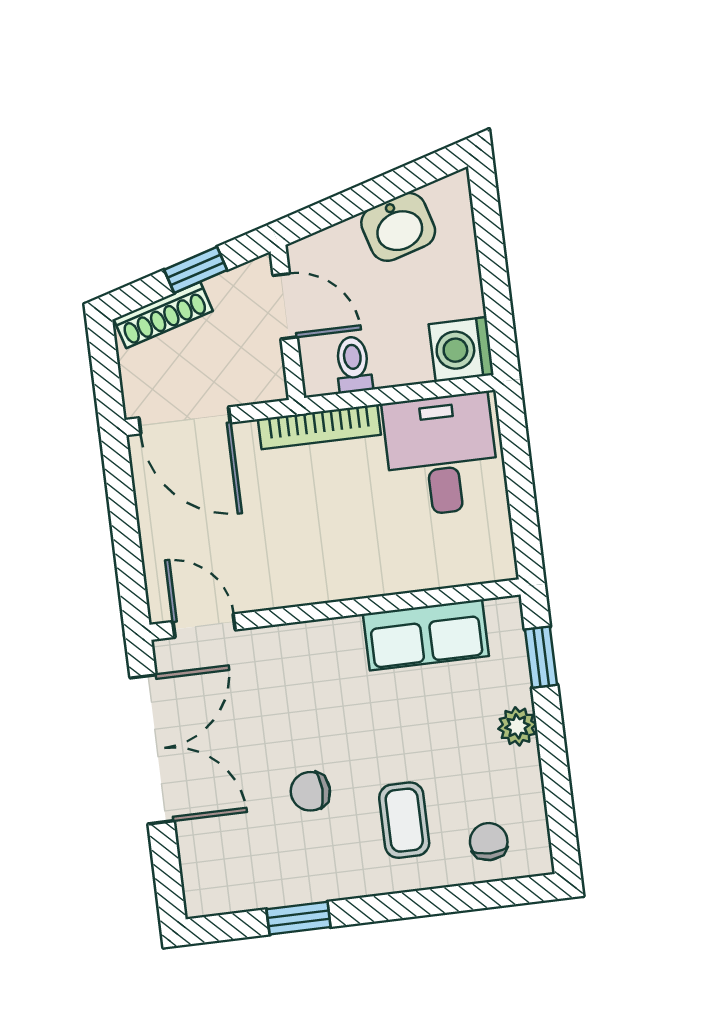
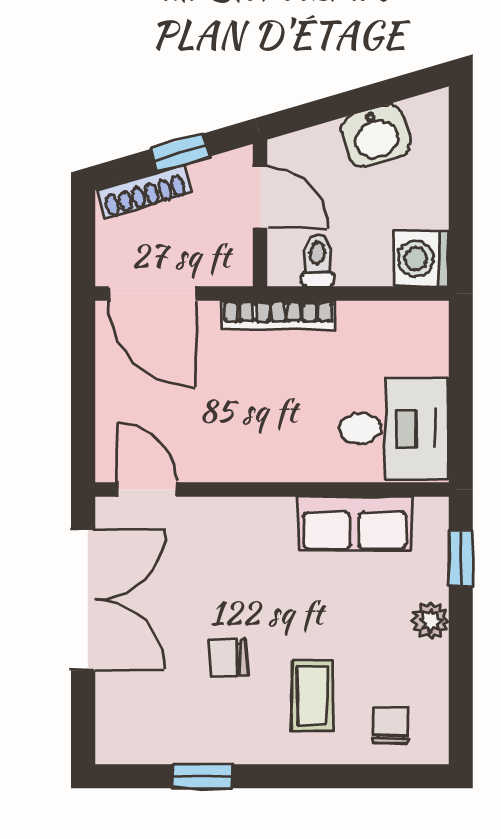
desk: (441, 455) -> (394, 428), moved, turned 90

